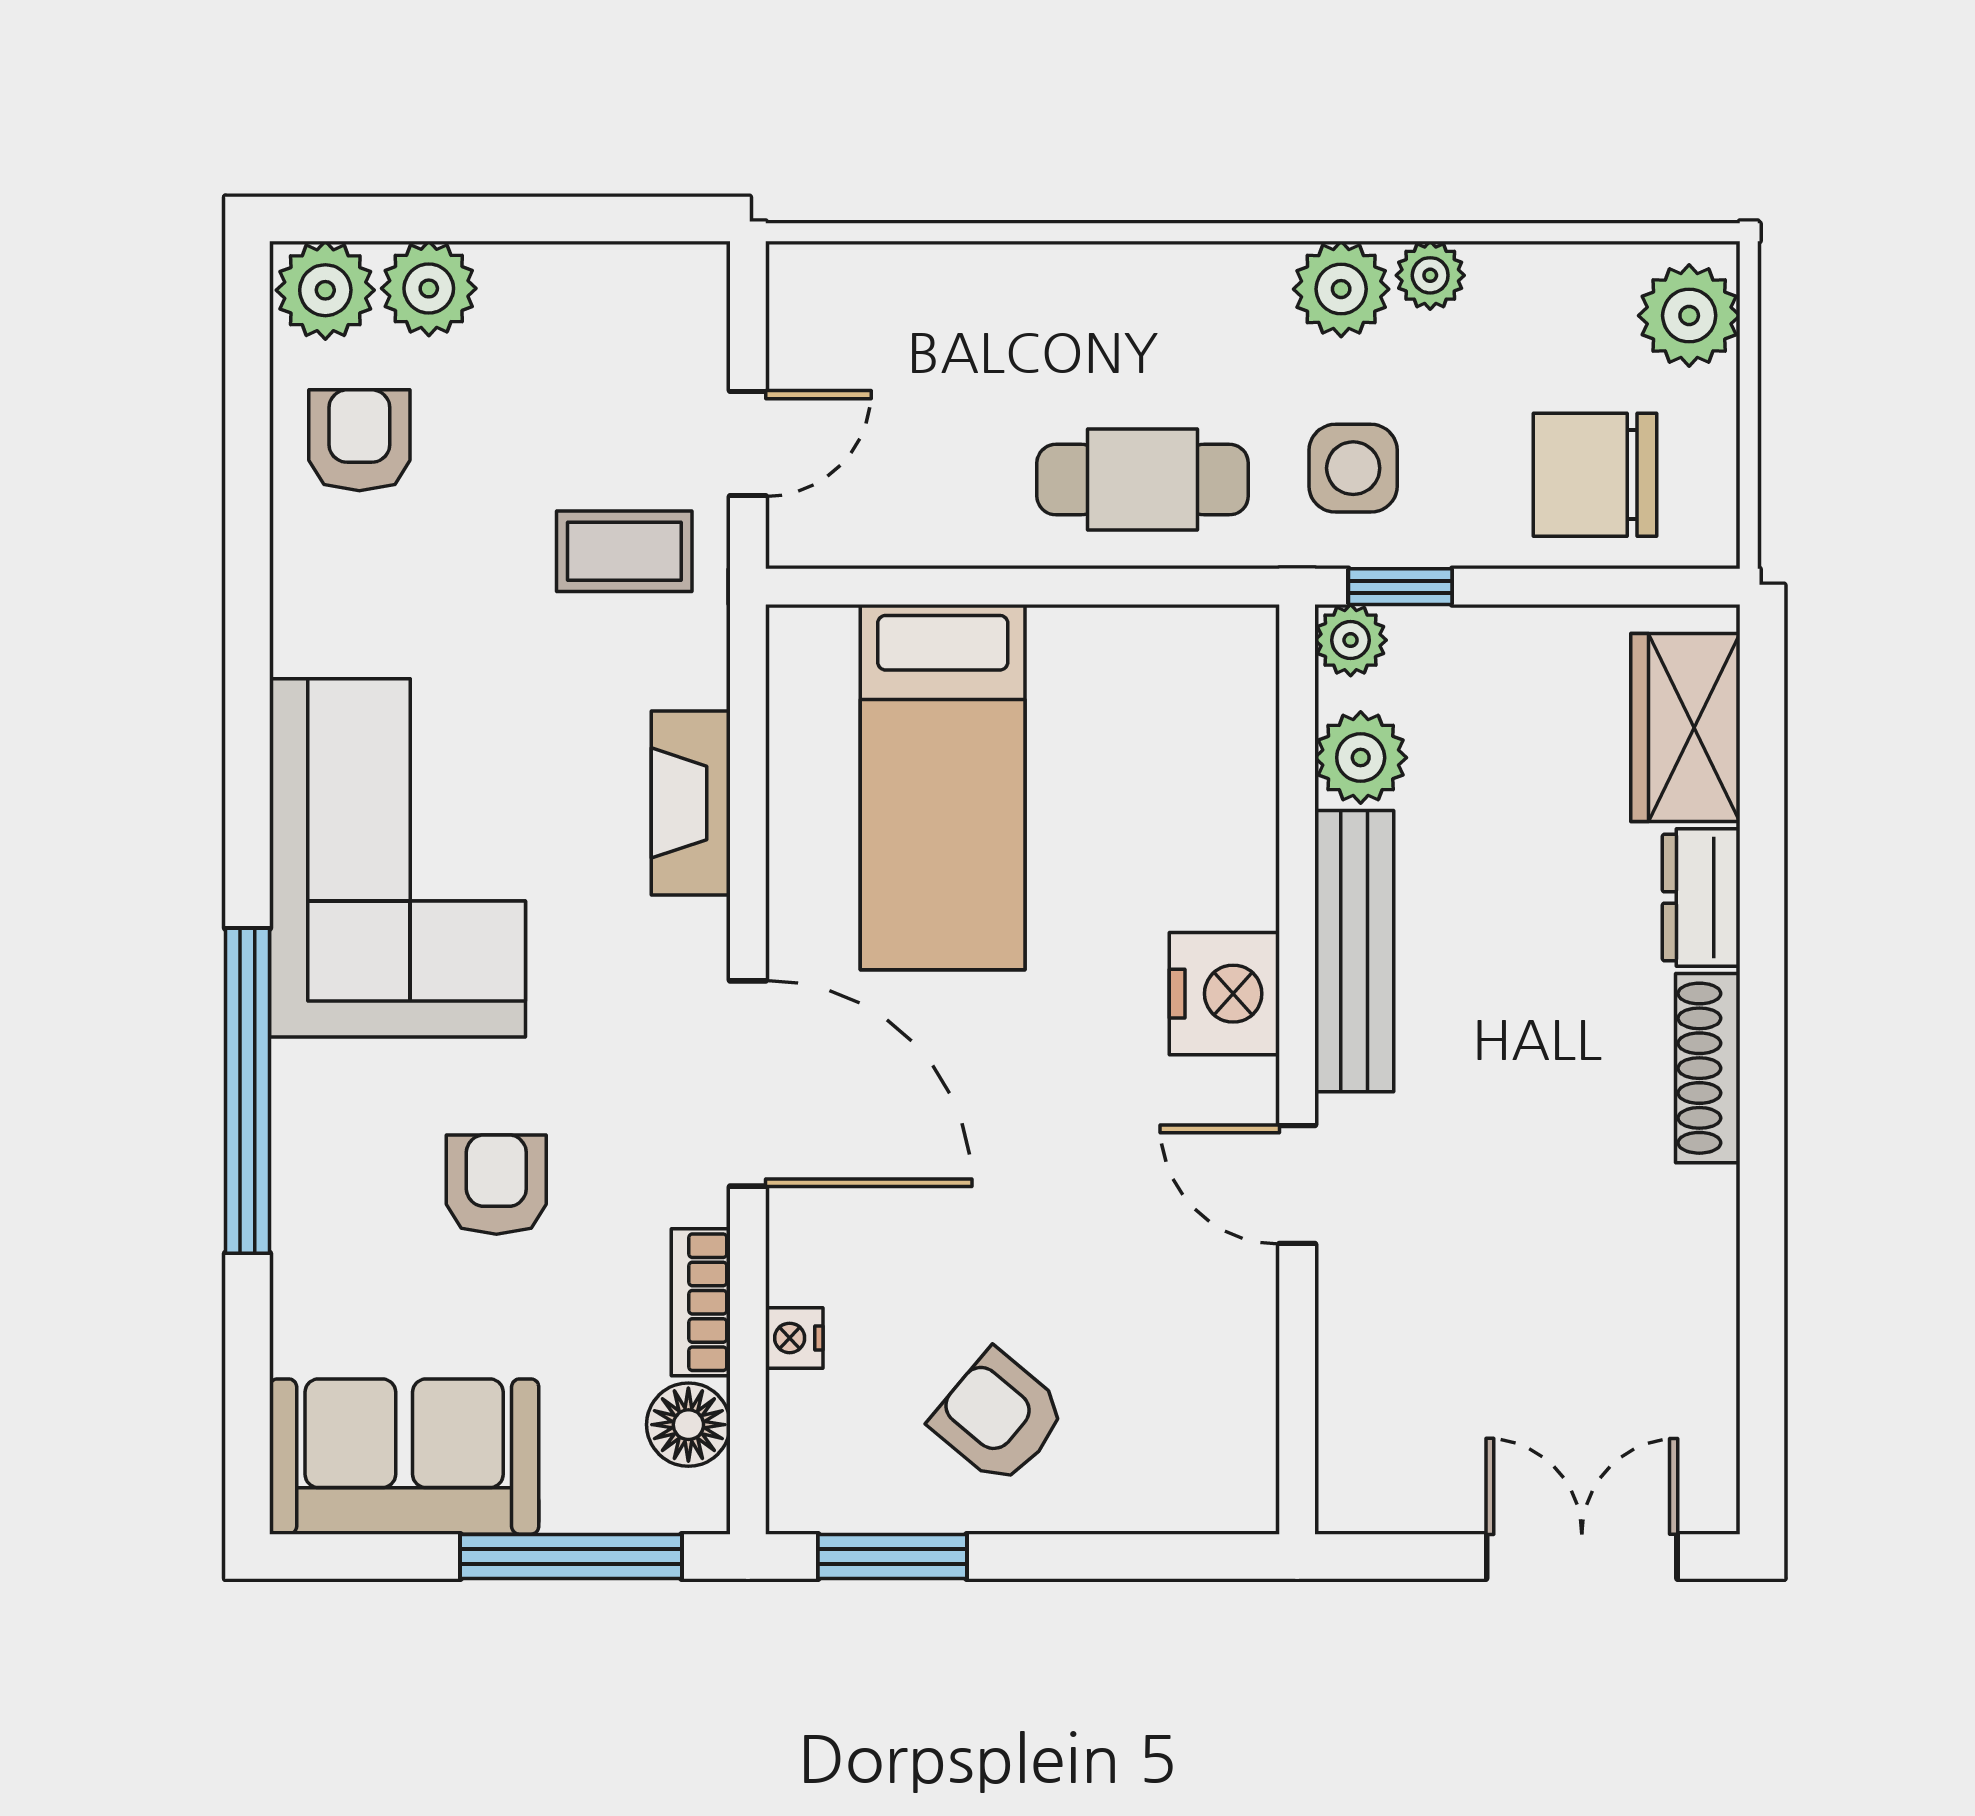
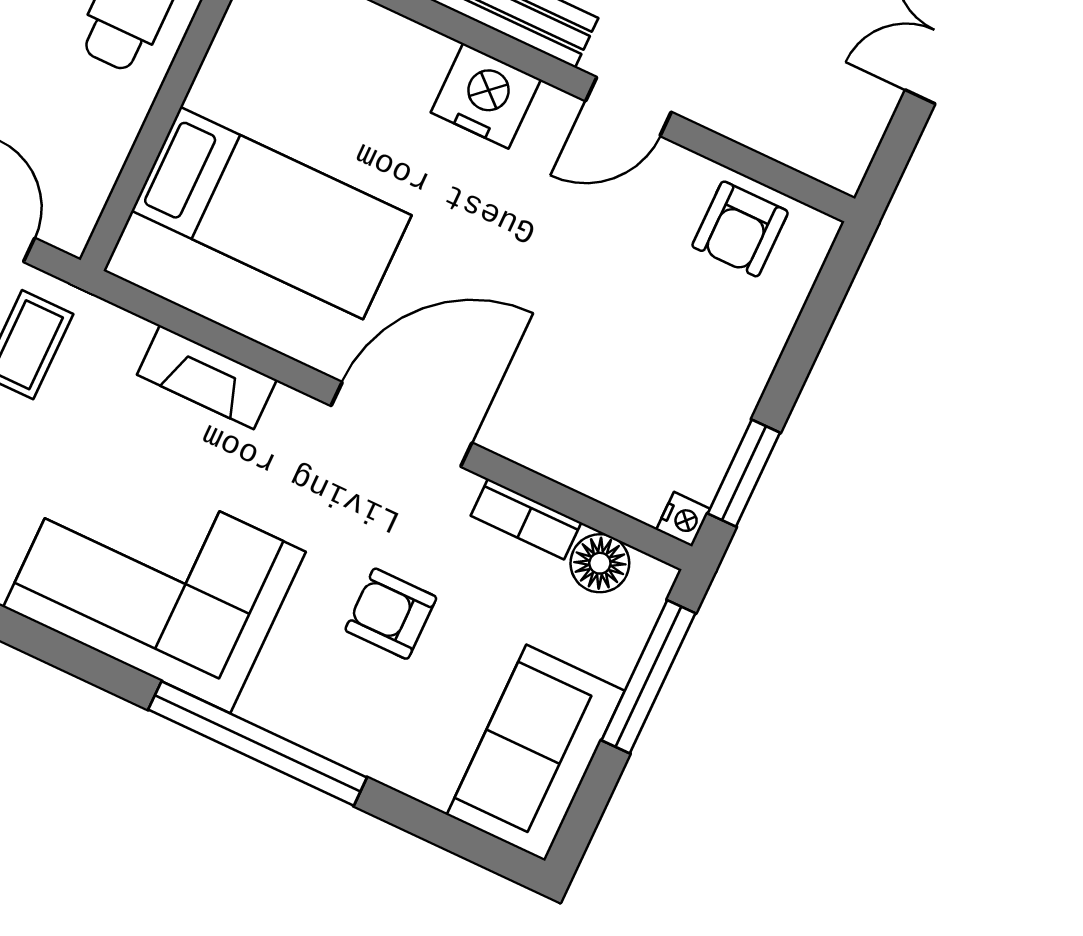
nightstand: (794, 1338) -> (683, 519), moved, turned -90
armchair: (999, 1417) -> (740, 229), moved, turned -40

